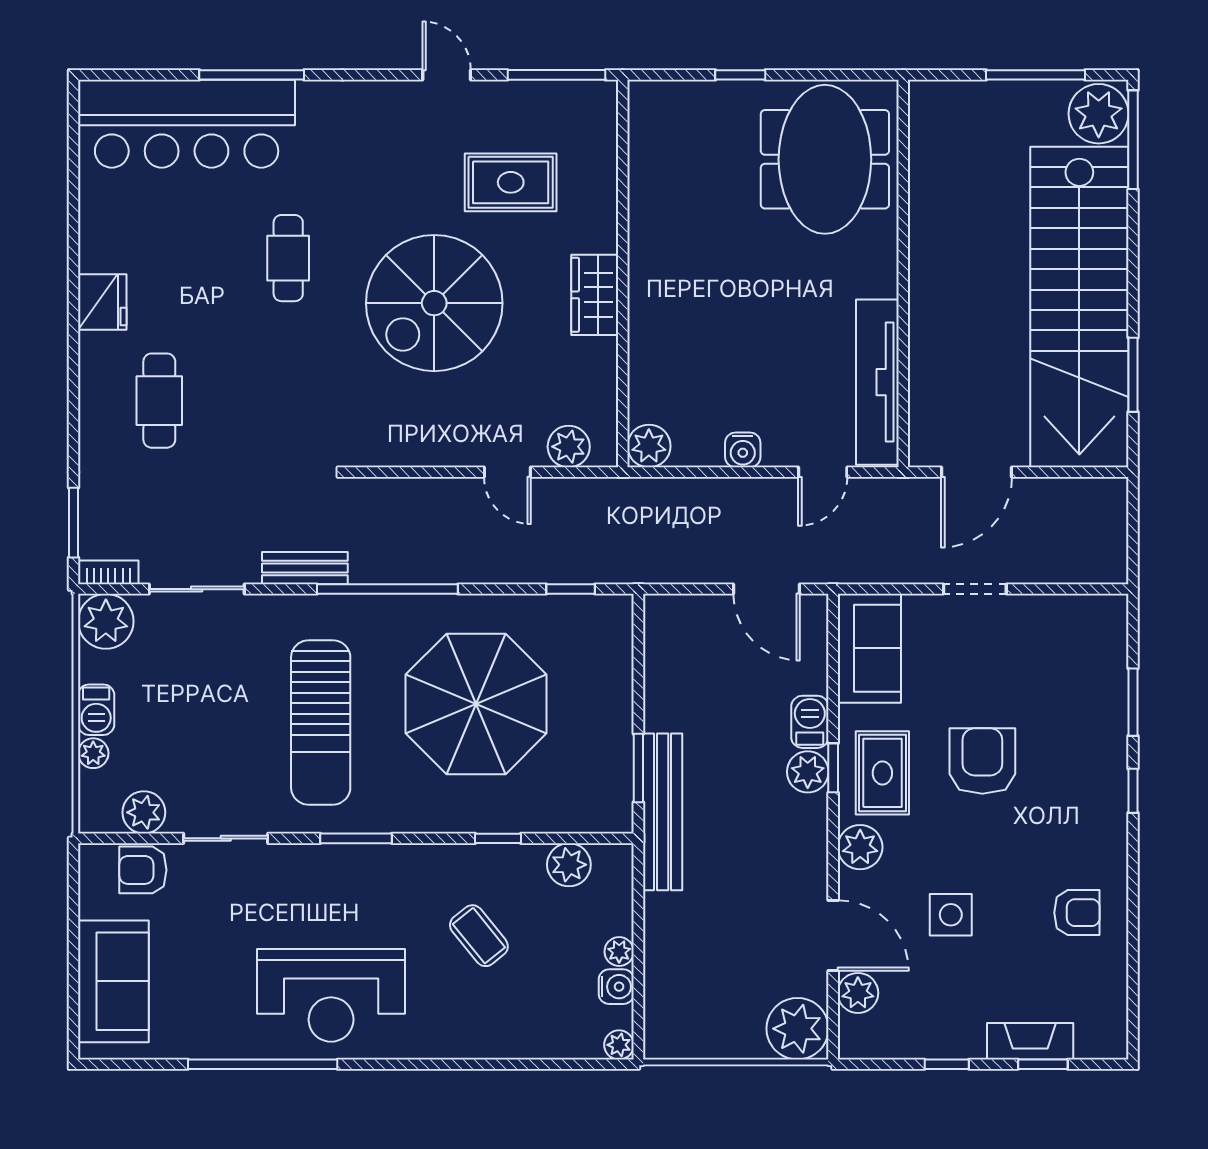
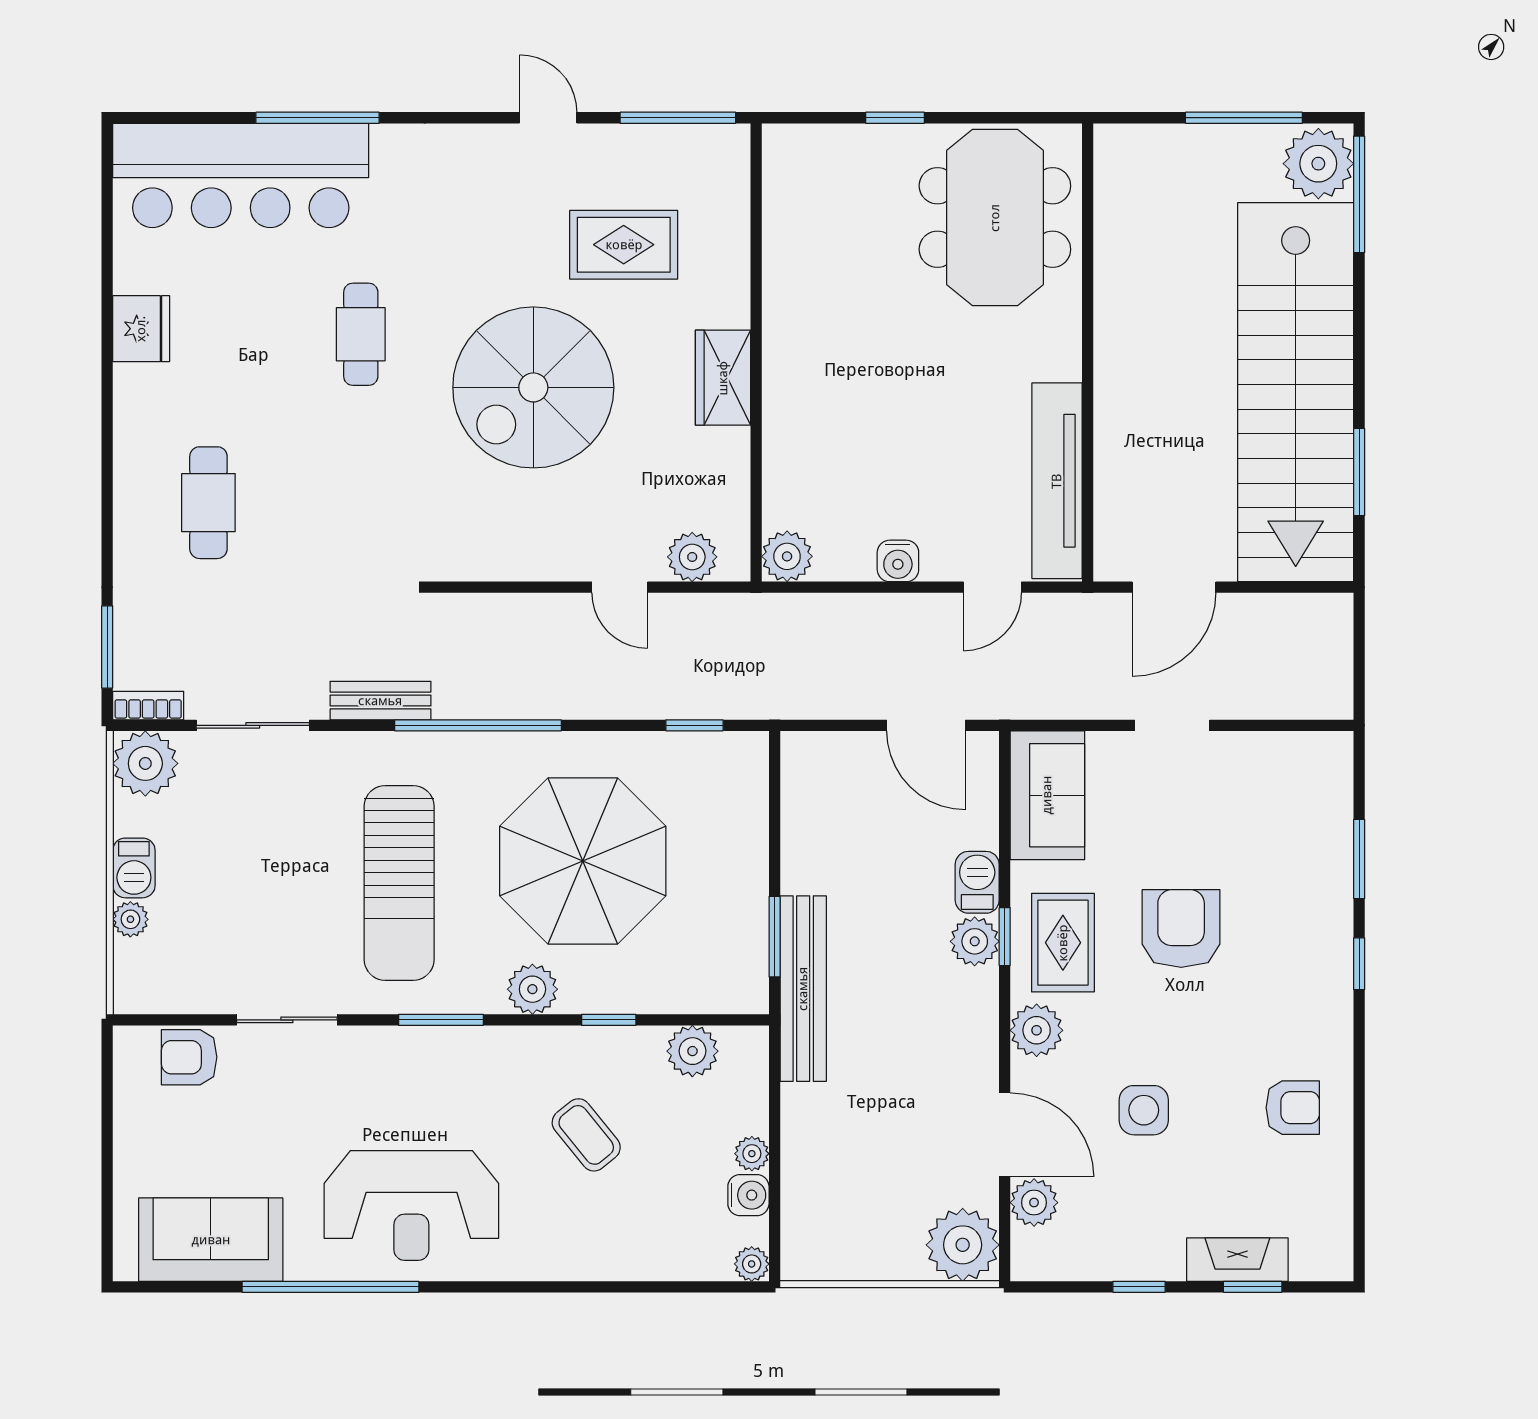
fridge: (102, 302) -> (141, 329), moved
plant: (144, 812) -> (532, 989), moved
sofa: (113, 981) -> (211, 1240), moved, turned -90

